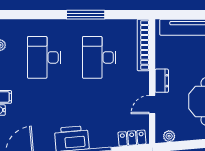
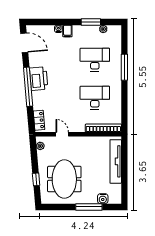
window: (86, 15) -> (124, 67), moved
dresser: (162, 81) -> (79, 141), removed

